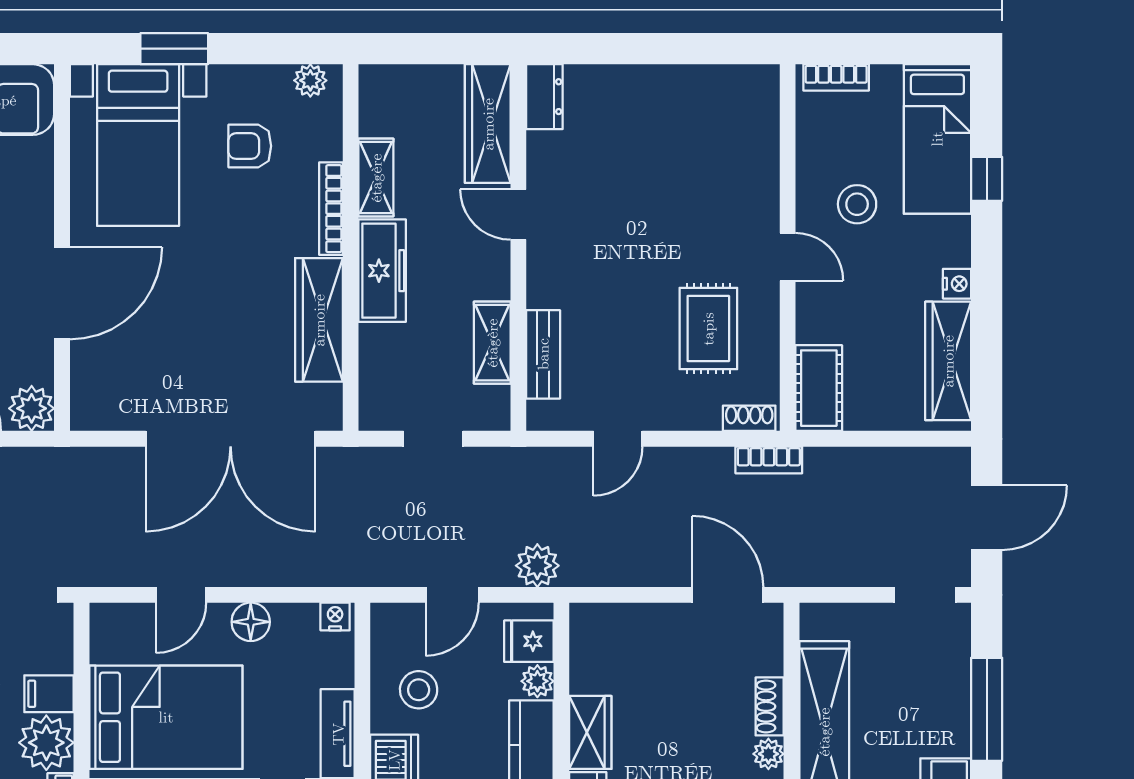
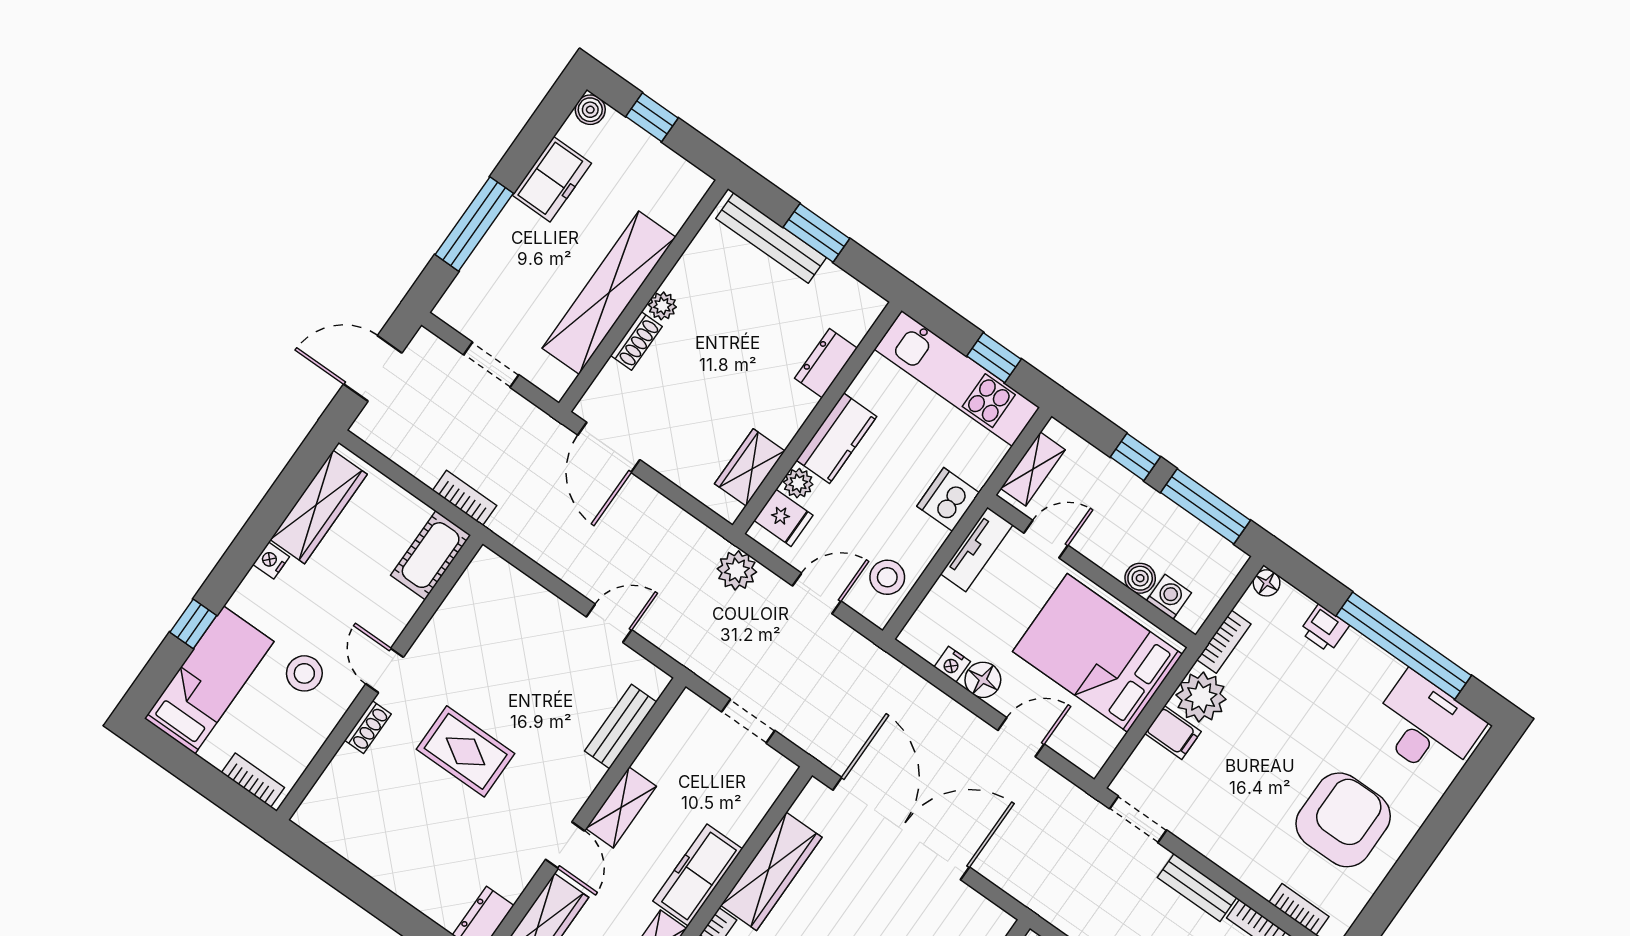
rug: (708, 329) -> (466, 751), moved, turned 90
shelving: (492, 343) -> (621, 807), moved
shoe rack: (749, 418) -> (368, 727), moved, turned -90
bookcase: (769, 460) -> (465, 498), moved
doorway: (925, 595) -> (491, 365), moved
nightstand: (335, 616) -> (952, 664), moved
stool: (419, 690) -> (887, 577), moved
wardrobe: (590, 732) -> (750, 467), moved

